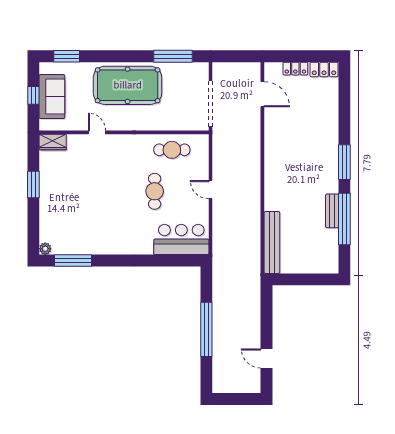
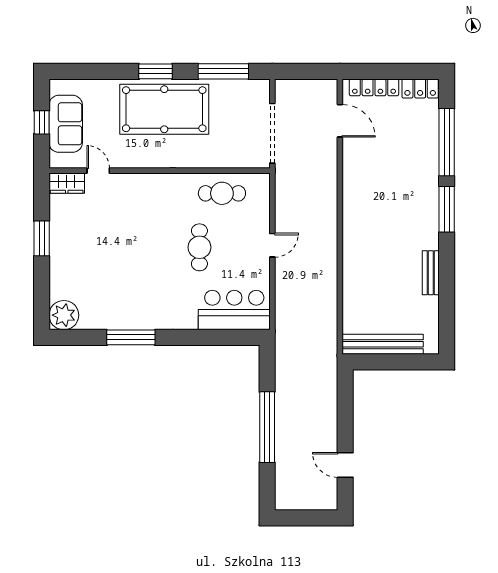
window: (67, 56) -> (156, 71), moved
locker: (295, 69) -> (374, 87), width x1.53
door: (97, 132) -> (98, 171), moved
door: (211, 190) -> (272, 245), swing flipped
window: (344, 219) -> (447, 142), moved
bench: (272, 242) -> (383, 344), moved, turned 90
plant: (45, 249) -> (64, 315), width x1.88, depth x1.88
window: (73, 261) -> (131, 337), moved

